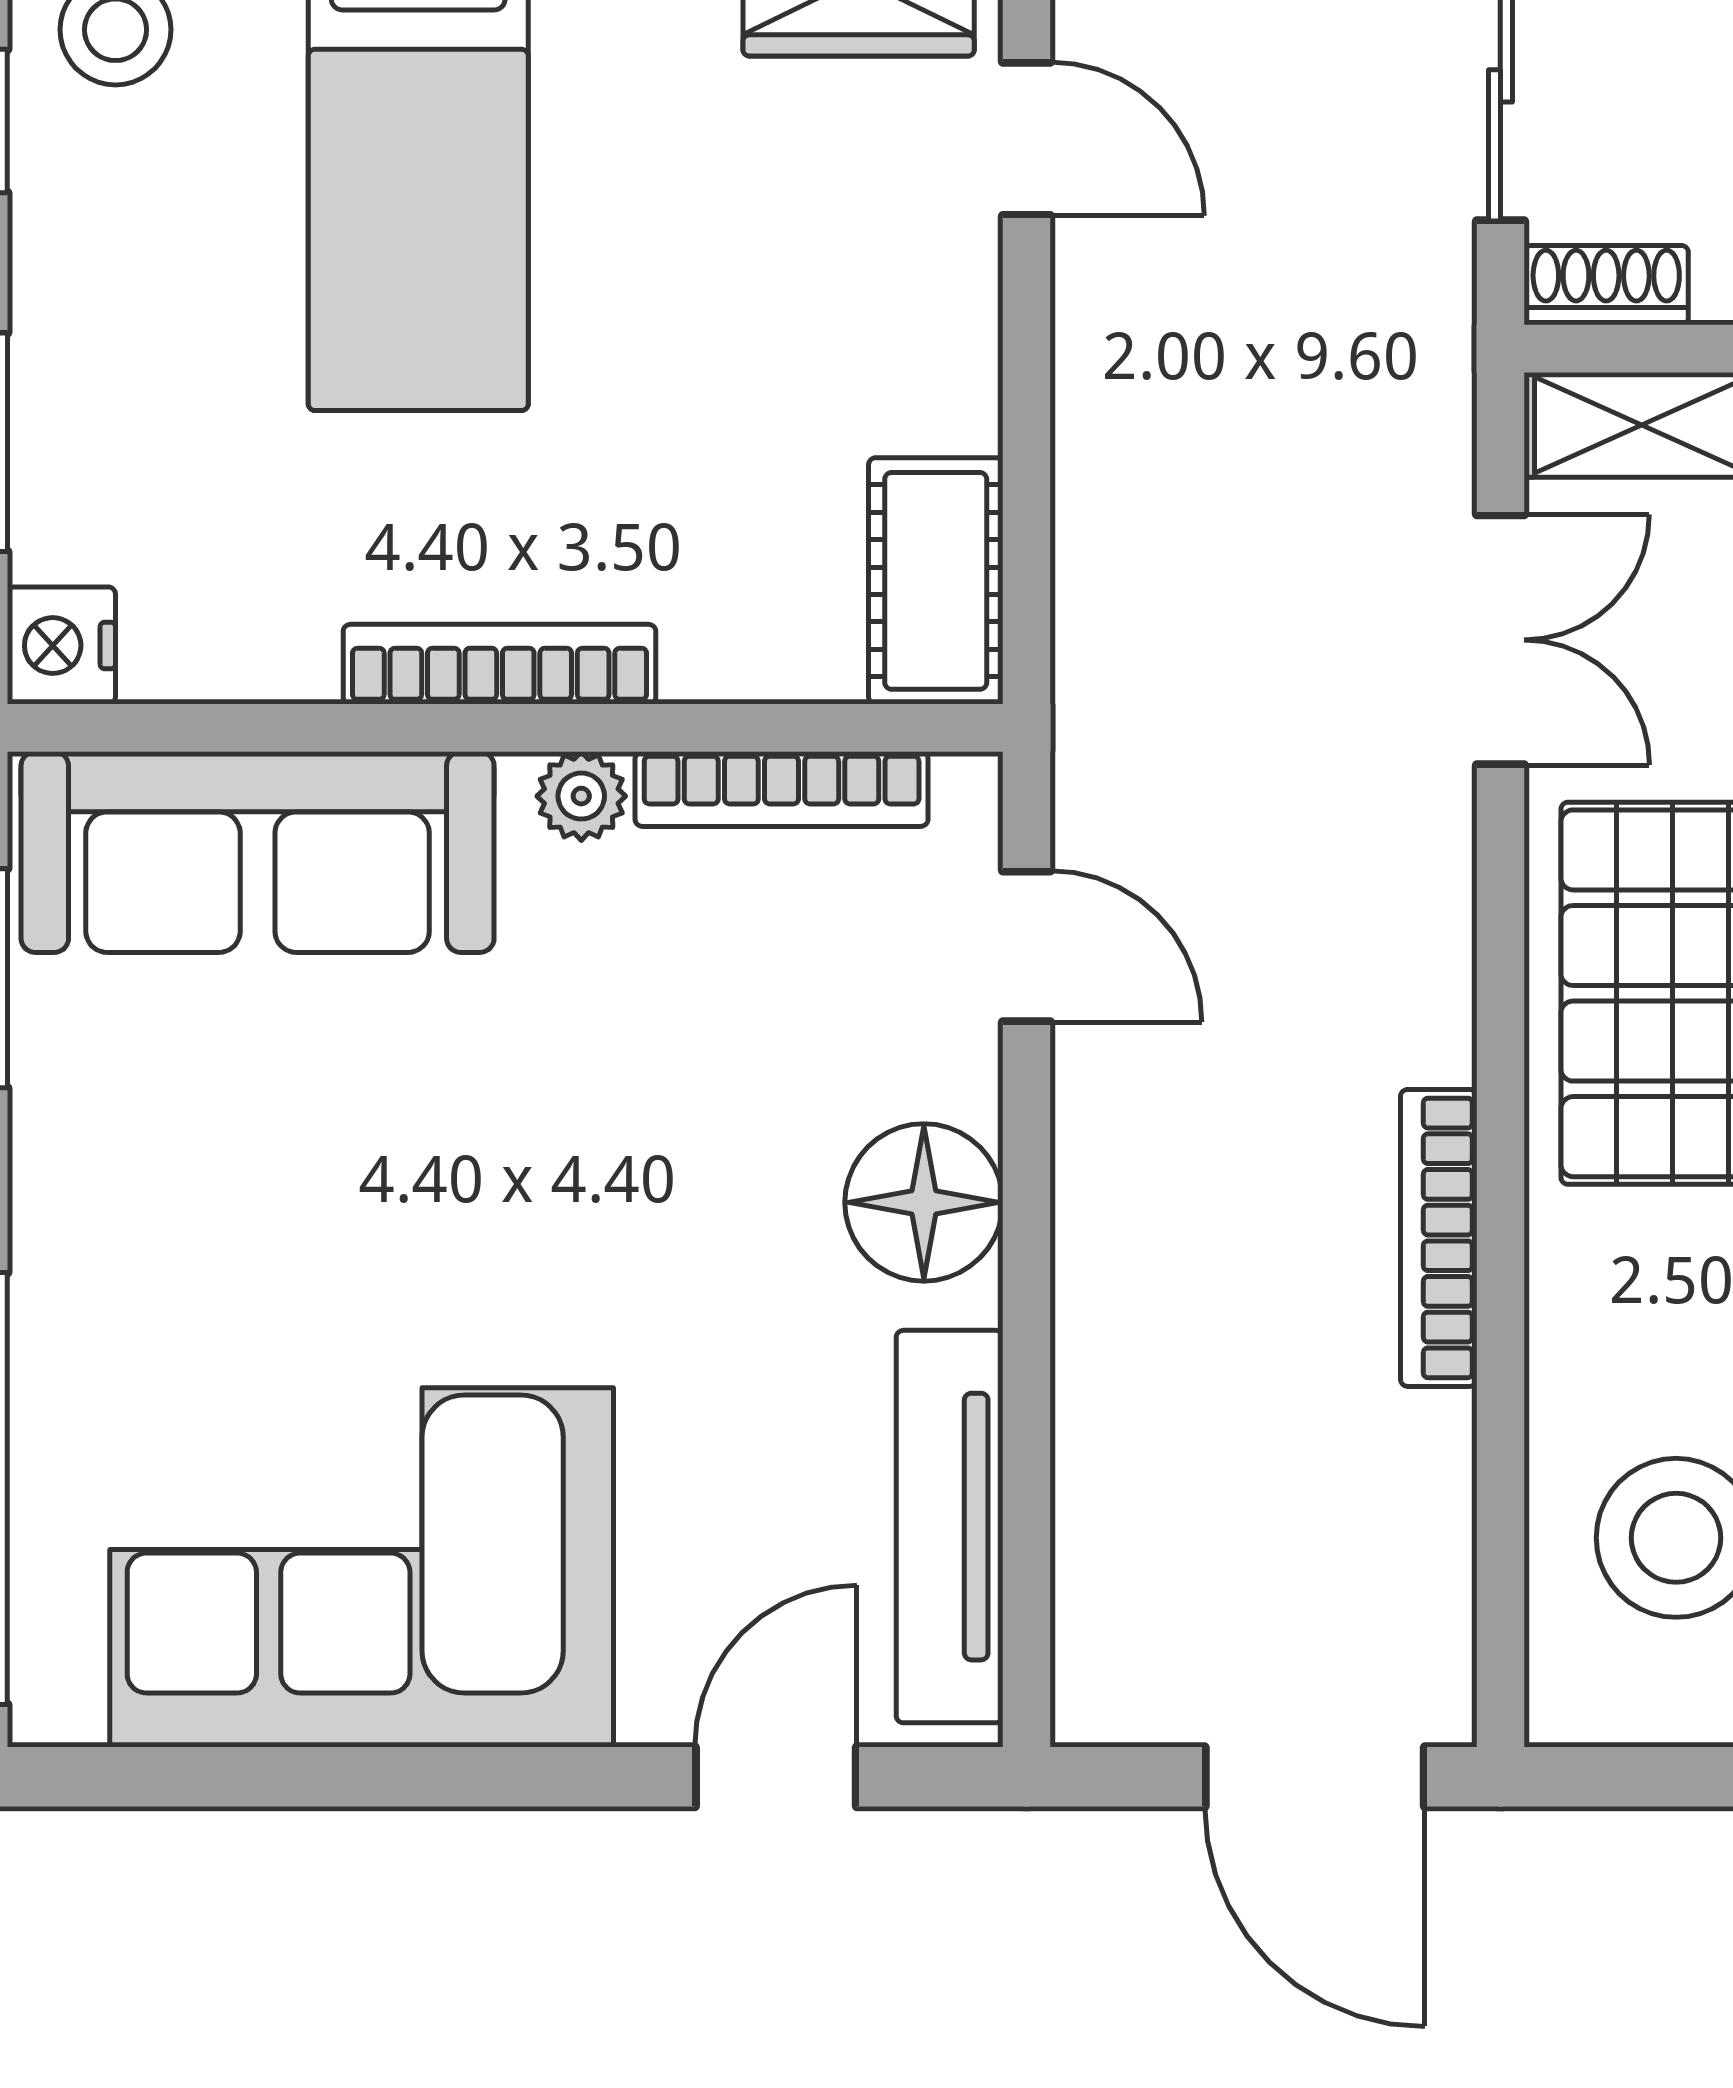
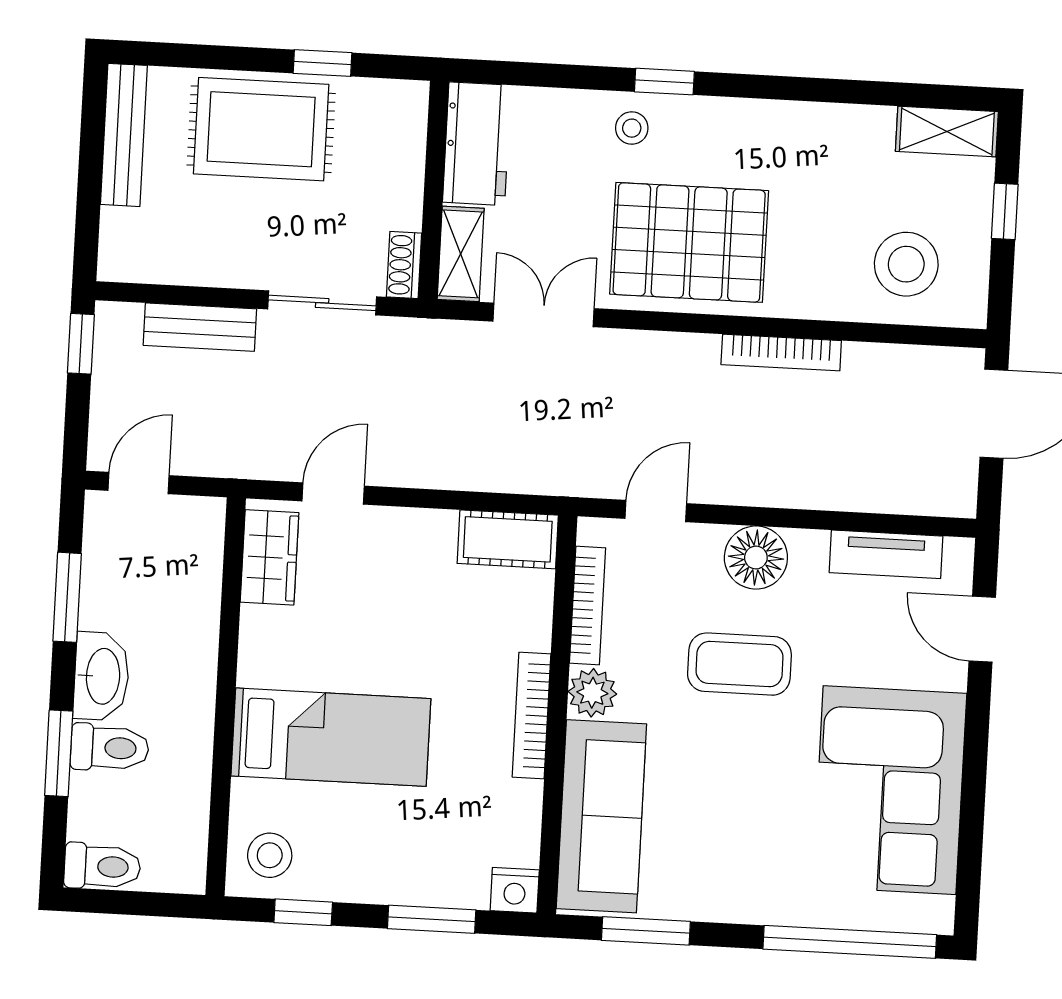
plant: (581, 796) -> (592, 693), width x1.38, depth x1.38
coffee table: (656, 1176) -> (739, 664), added
tv unit: (950, 1527) -> (886, 554), width x0.71

